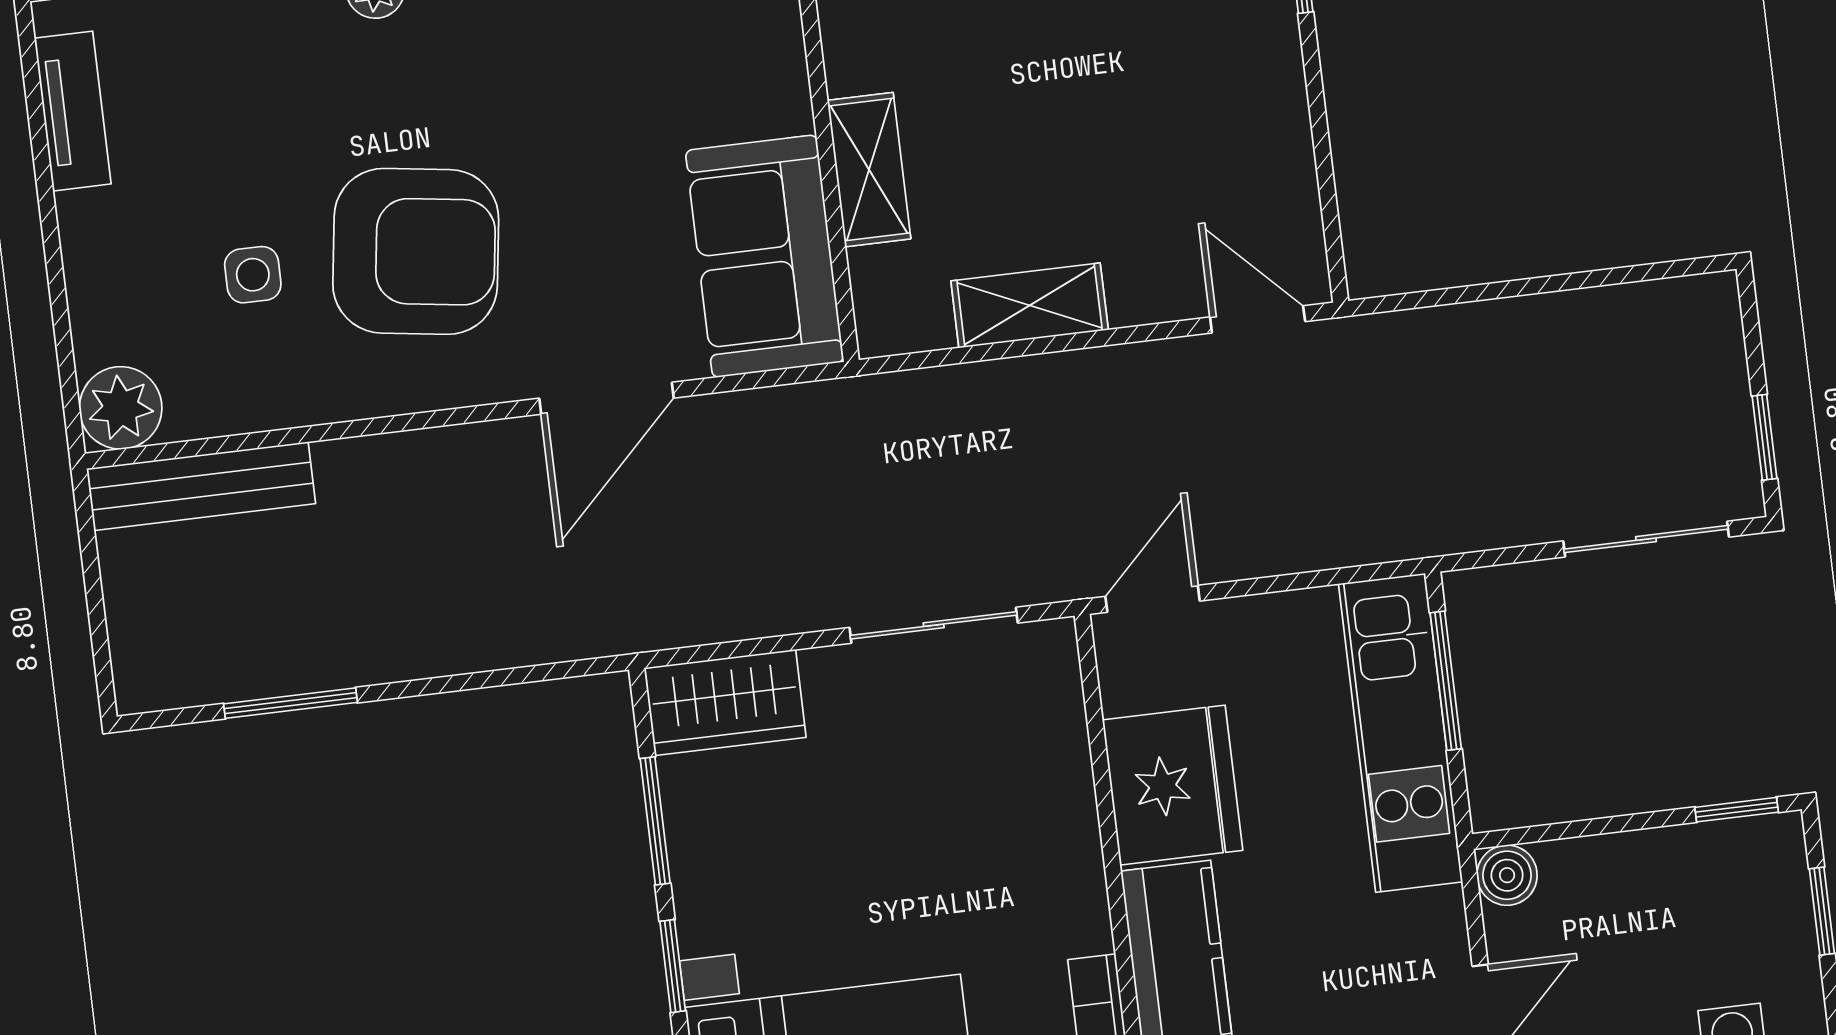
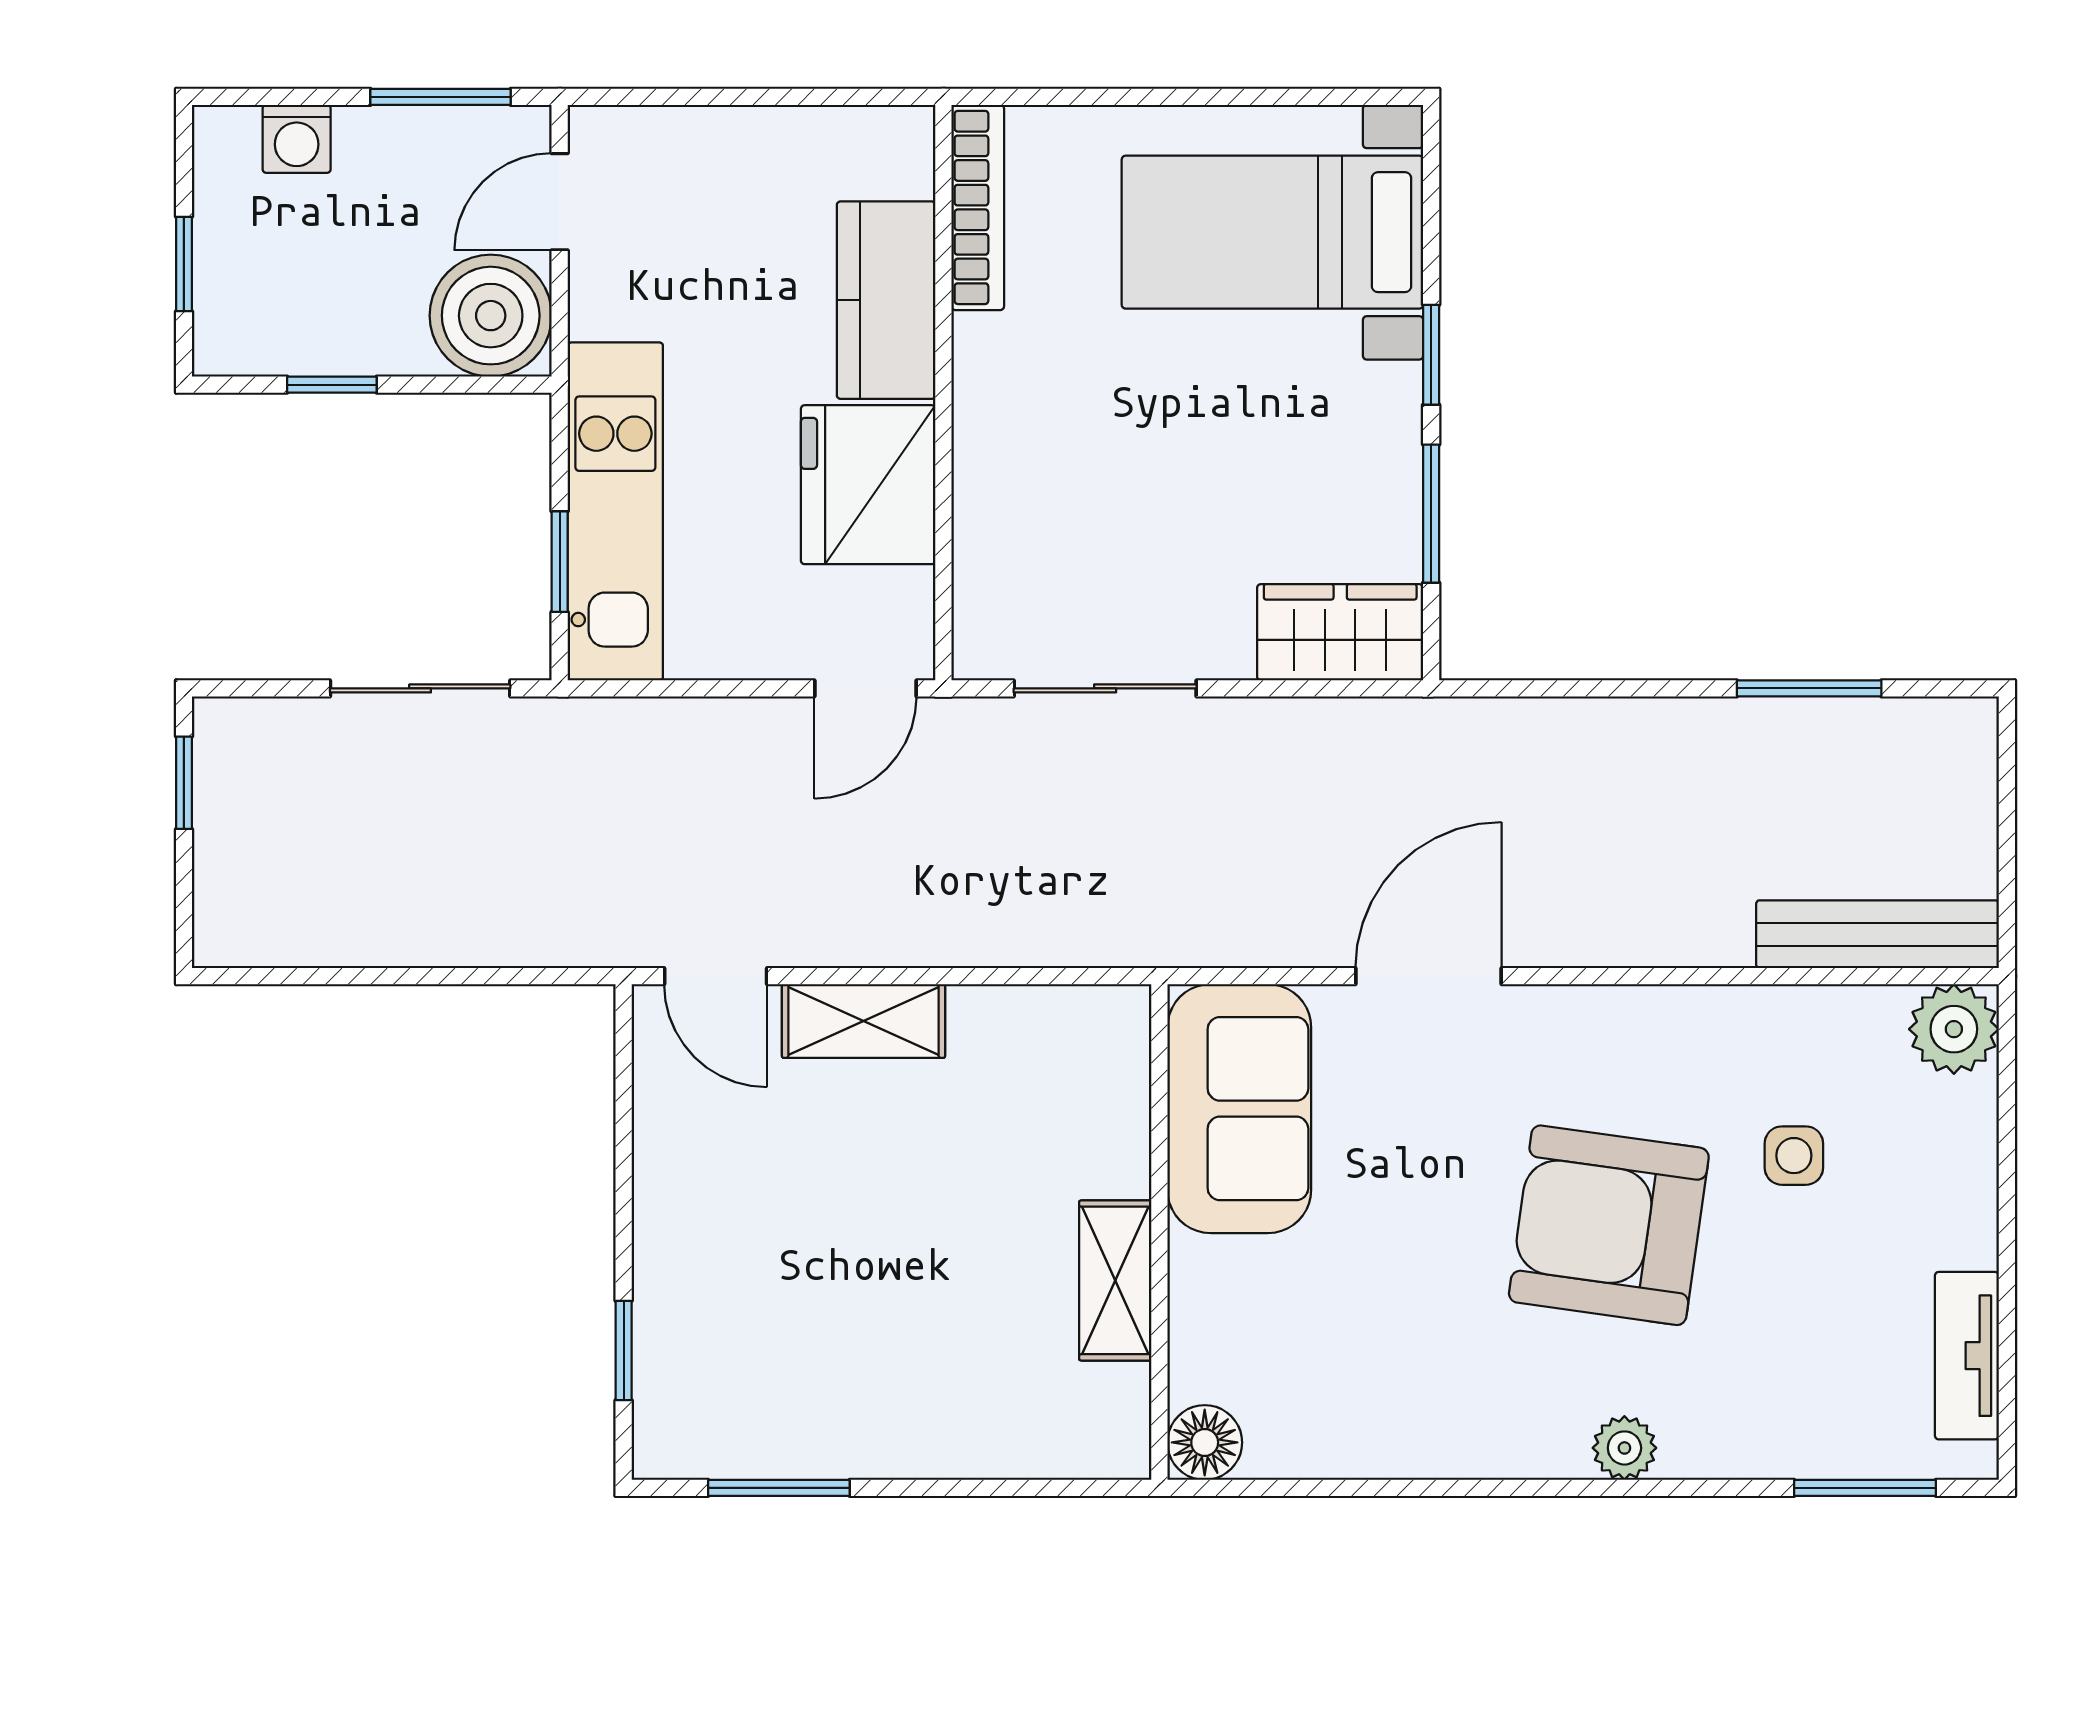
shelving: (869, 170) -> (1115, 1280), moved
armchair: (416, 251) -> (1609, 1225), moved
shelving: (1030, 305) -> (863, 1021), moved
sliding door: (1646, 539) -> (420, 688), moved
window: (1446, 681) -> (560, 562), width x0.67
window: (1737, 810) -> (332, 385), moved
boiler: (1507, 875) -> (491, 316), width x1.86, depth x1.86

